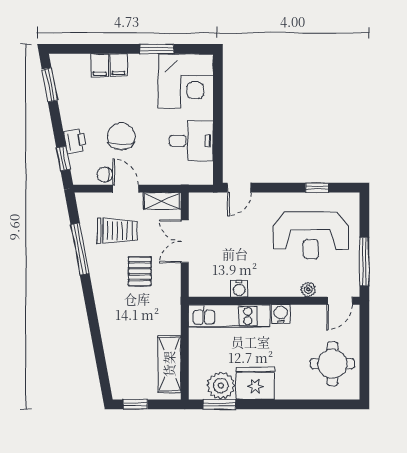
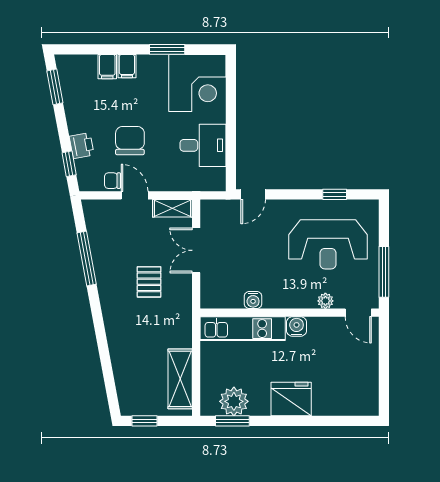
trolley: (117, 231) -> (126, 239), removed
door: (340, 301) -> (358, 313), hinge flipped
round table: (332, 364) -> (351, 379), removed
fridge: (255, 383) -> (291, 399), moved

